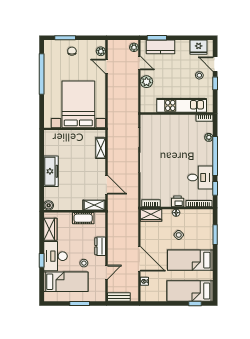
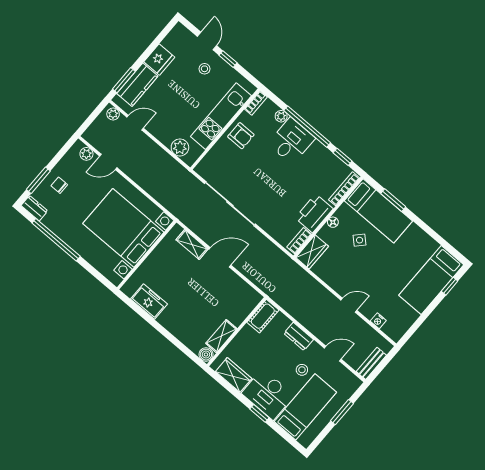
fridge: (199, 47) -> (159, 60), moved
dresser: (49, 48) -> (34, 208), added
door: (215, 64) -> (207, 41), swing flipped
plant: (146, 82) -> (180, 147), moved
armchair: (180, 125) -> (241, 136), added
freezer: (51, 171) -> (149, 301), moved, width x0.71
desk: (200, 177) -> (291, 141), moved
door: (106, 185) -> (220, 257), moved
printer: (178, 201) -> (314, 213), width x1.87, depth x1.48
shelving: (94, 205) -> (221, 336), moved
cot: (83, 218) -> (263, 316), moved
door: (139, 259) -> (349, 305), width x0.53
bed: (190, 260) -> (378, 211), moved, turned -90
door: (106, 272) -> (333, 354), hinge flipped

